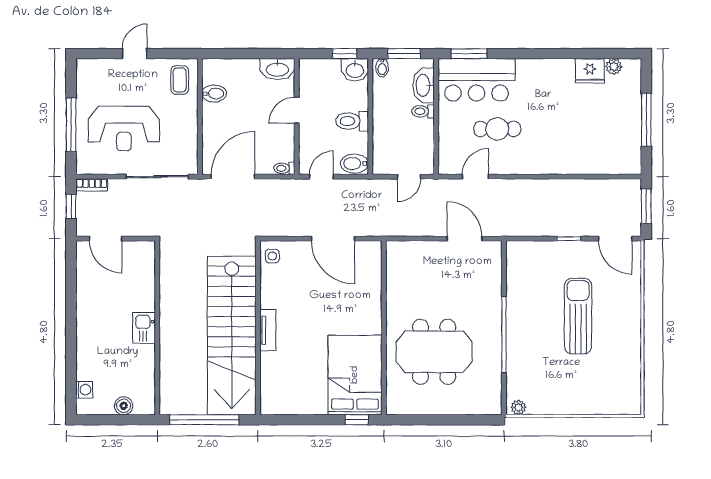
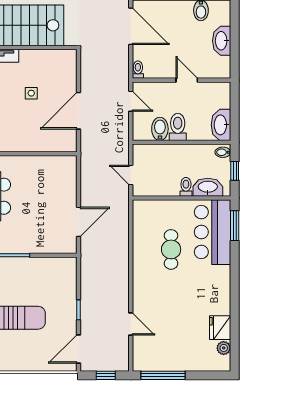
window: (345, 54) -> (235, 121), removed
window: (404, 54) -> (235, 171), width x0.67
washbasin: (277, 69) -> (222, 41), moved
washbasin: (355, 70) -> (221, 125), width x1.38
window: (646, 120) -> (163, 375), moved
bidet: (354, 164) -> (160, 129), moved
door: (475, 177) -> (131, 324), moved
window: (646, 206) -> (106, 375), width x0.67
side table: (272, 256) -> (31, 93), moved

